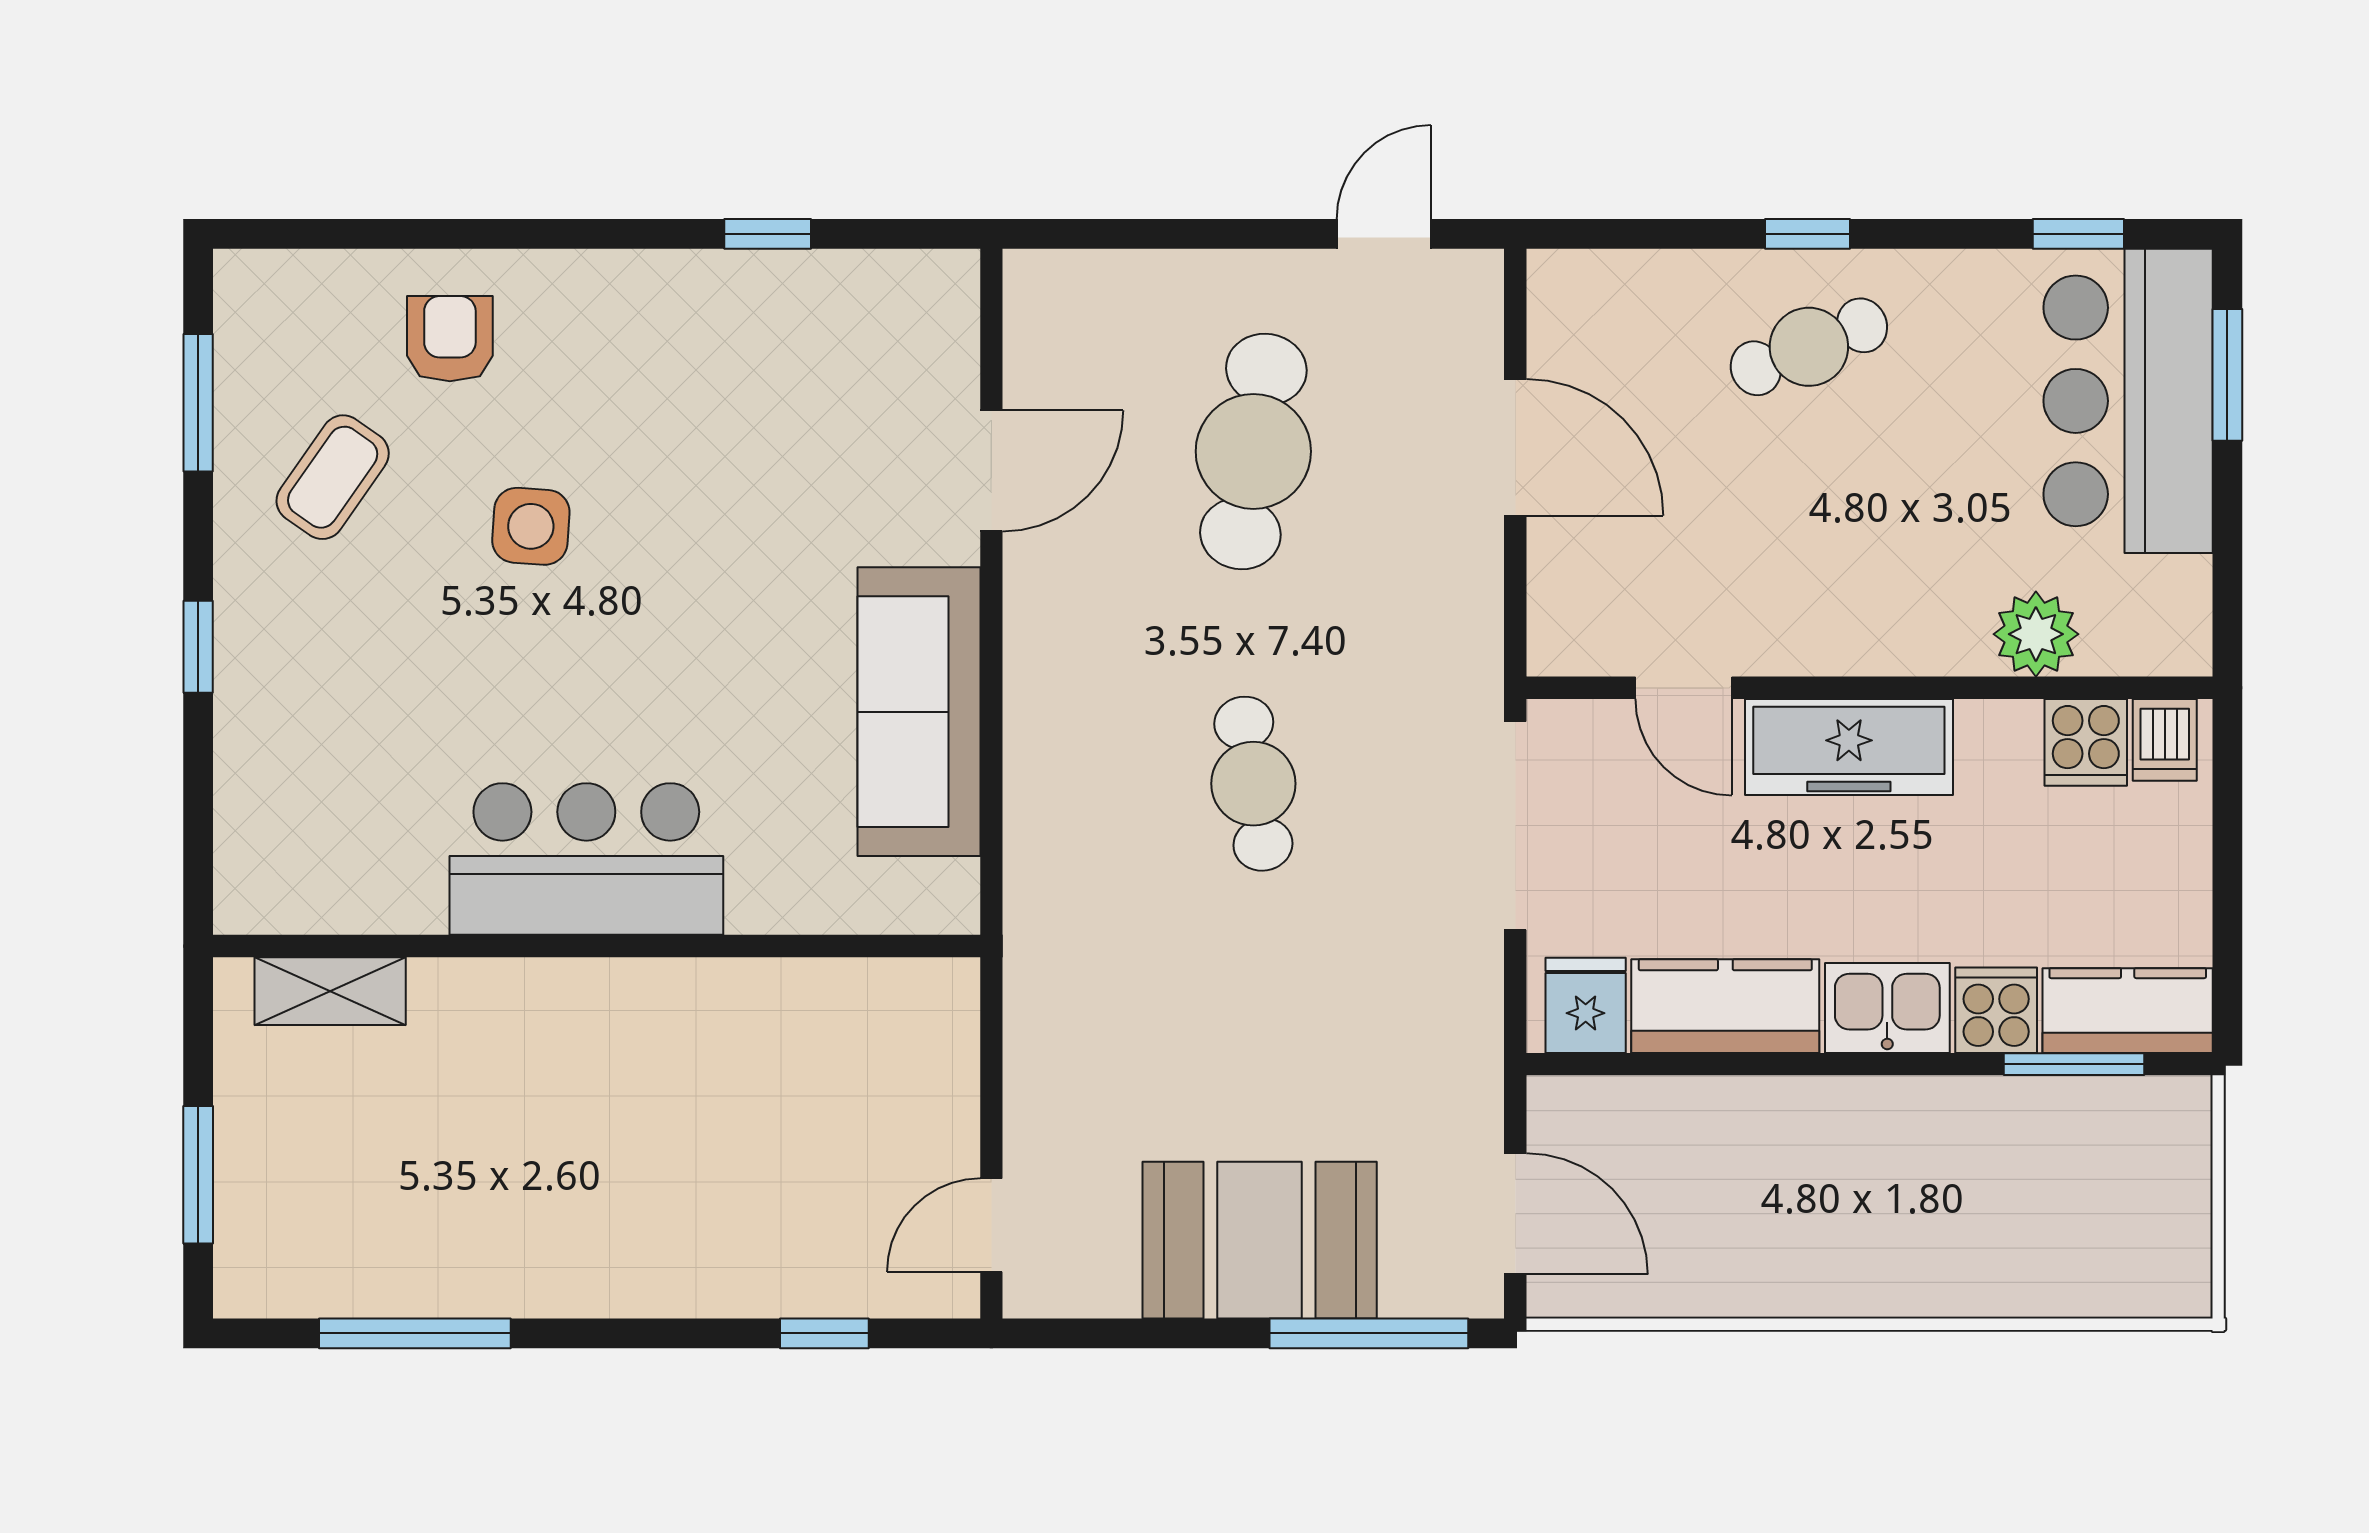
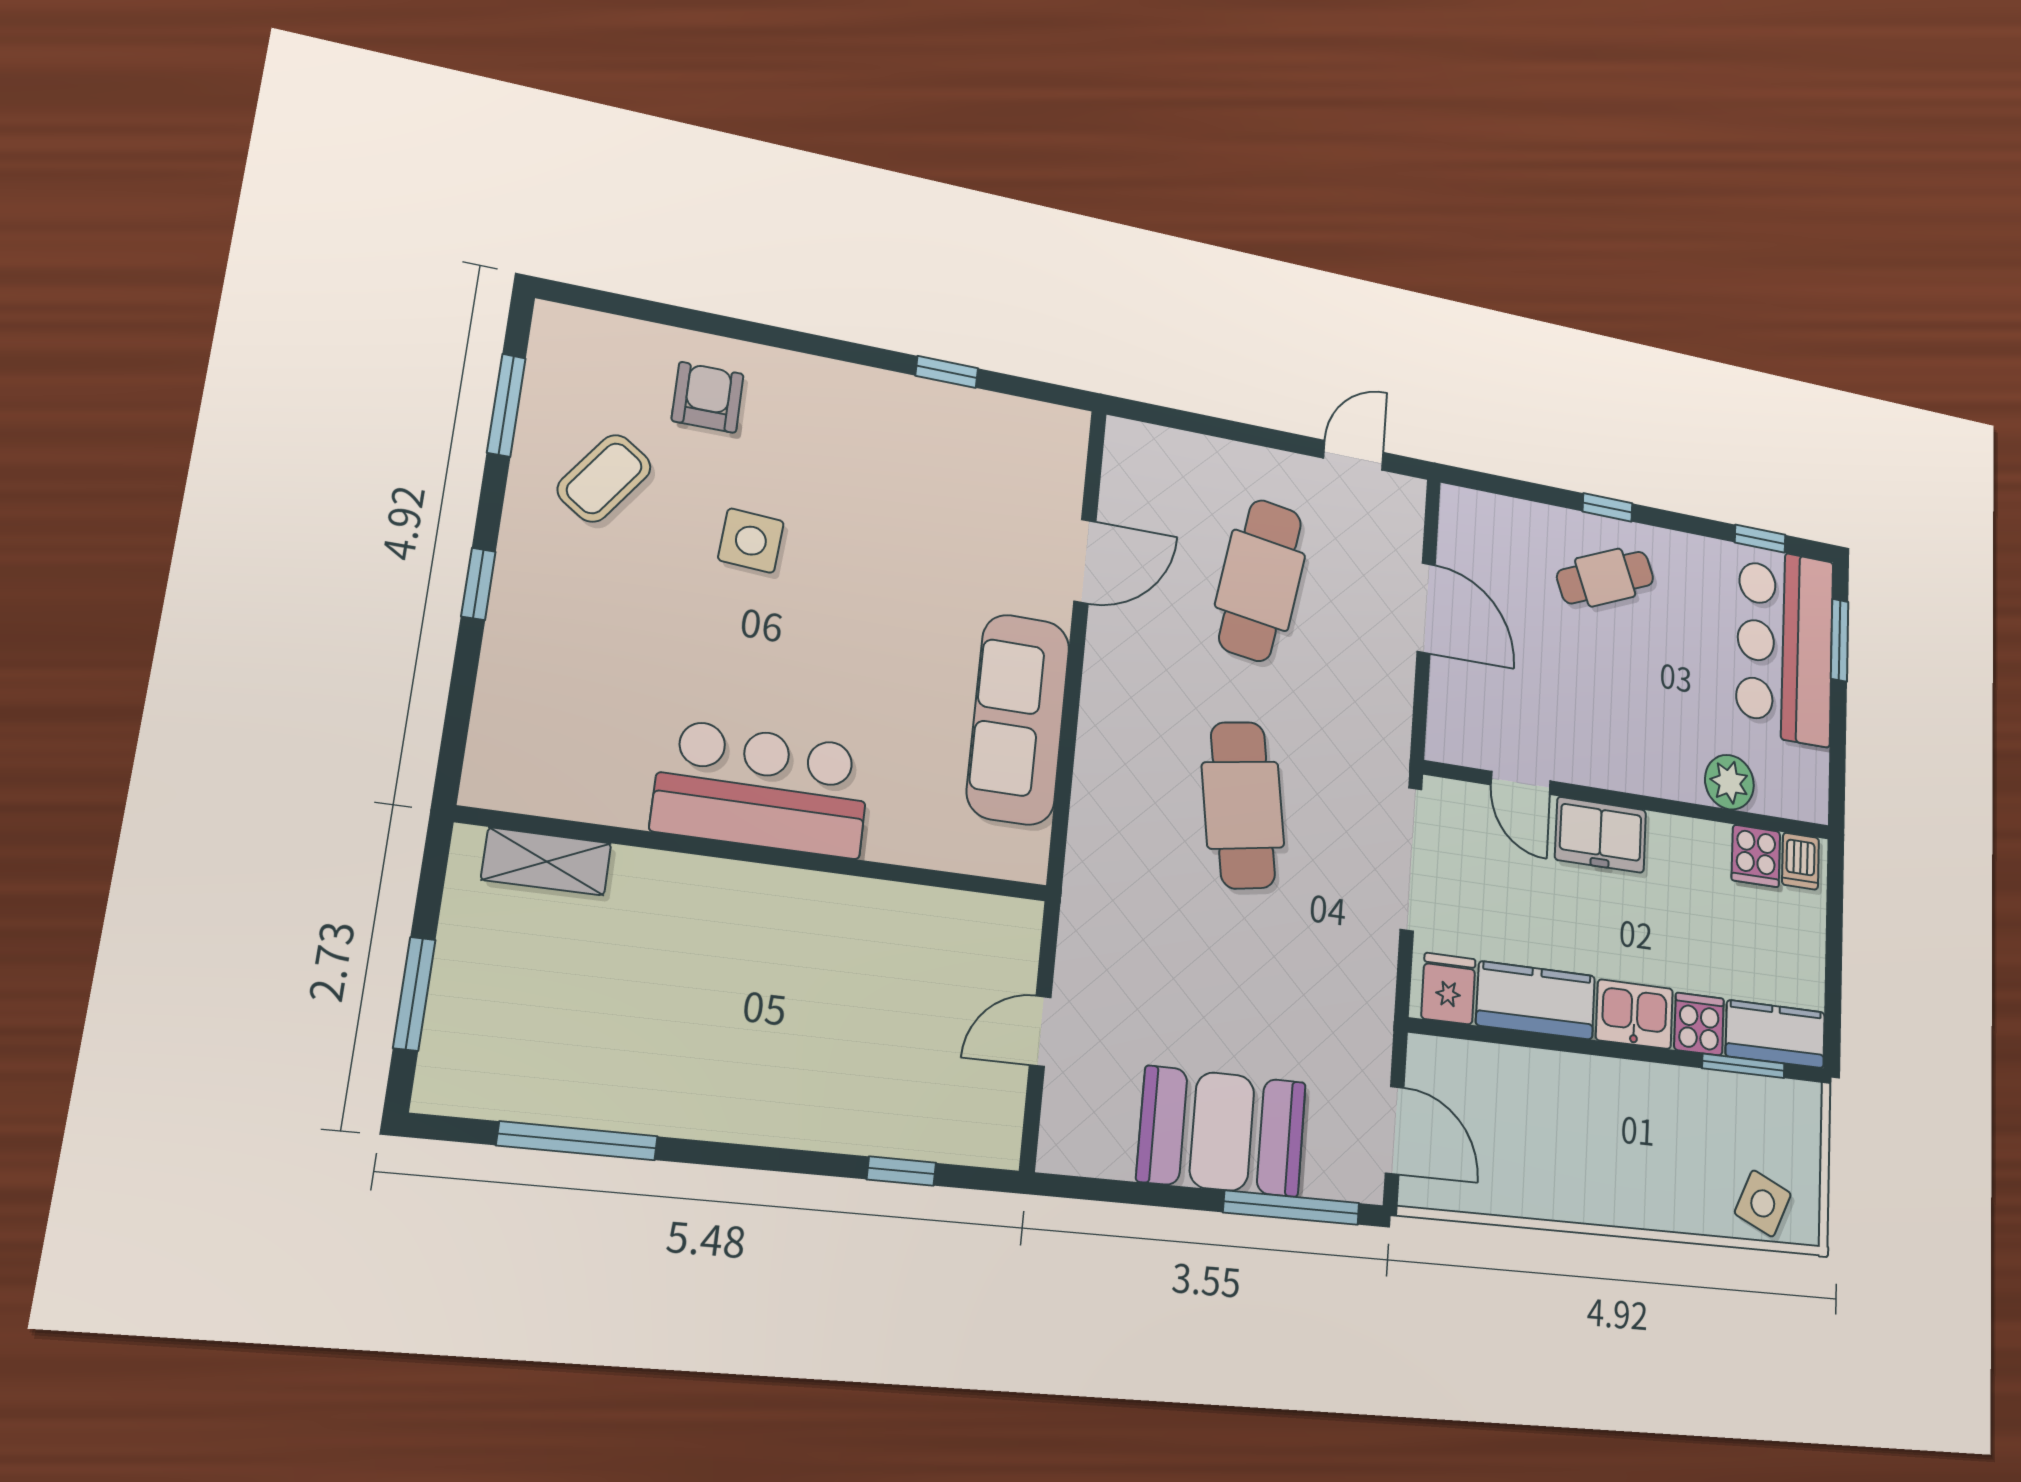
freezer: (1849, 747) -> (1601, 835), width x0.71
cafe table: (1253, 784) -> (1243, 805), width x1.37, depth x1.35
door: (991, 1225) -> (1040, 1031), moved
side table: (2113, 1263) -> (1763, 1203), added

